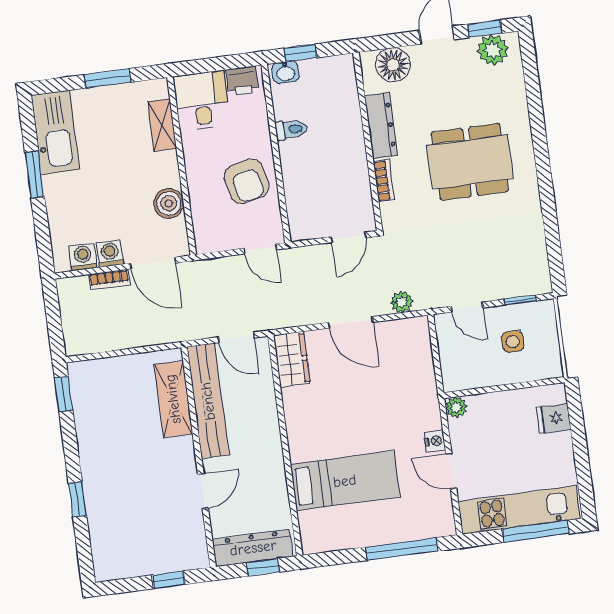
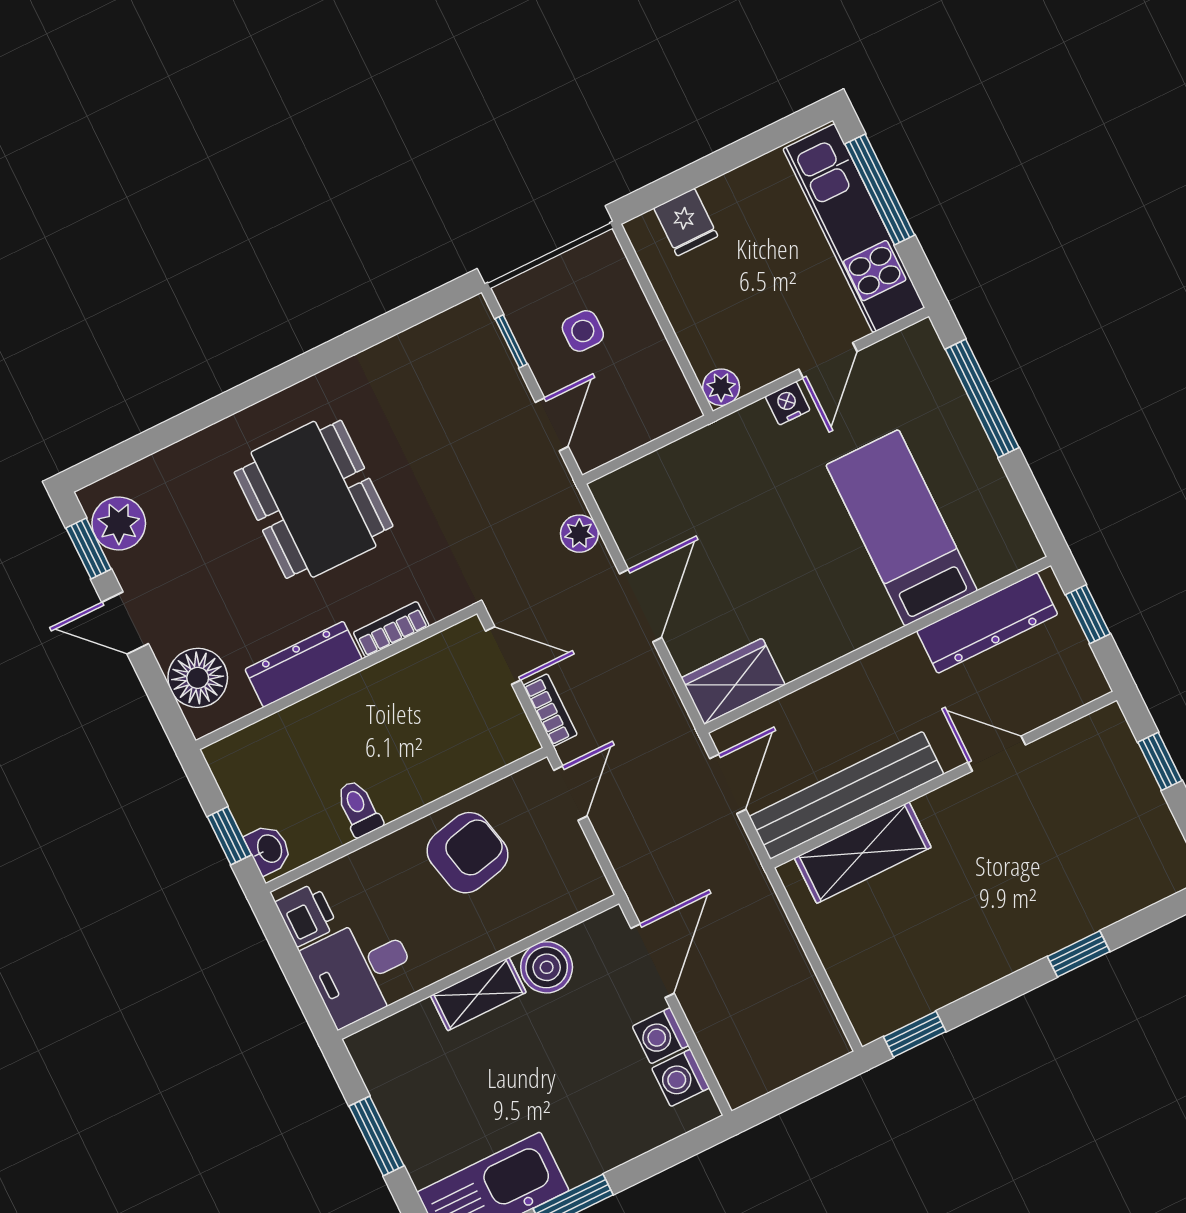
shelving: (162, 125) -> (478, 994), moved
bookcase: (109, 280) -> (550, 710), moved
dresser: (253, 548) -> (987, 623), moved, turned -90

